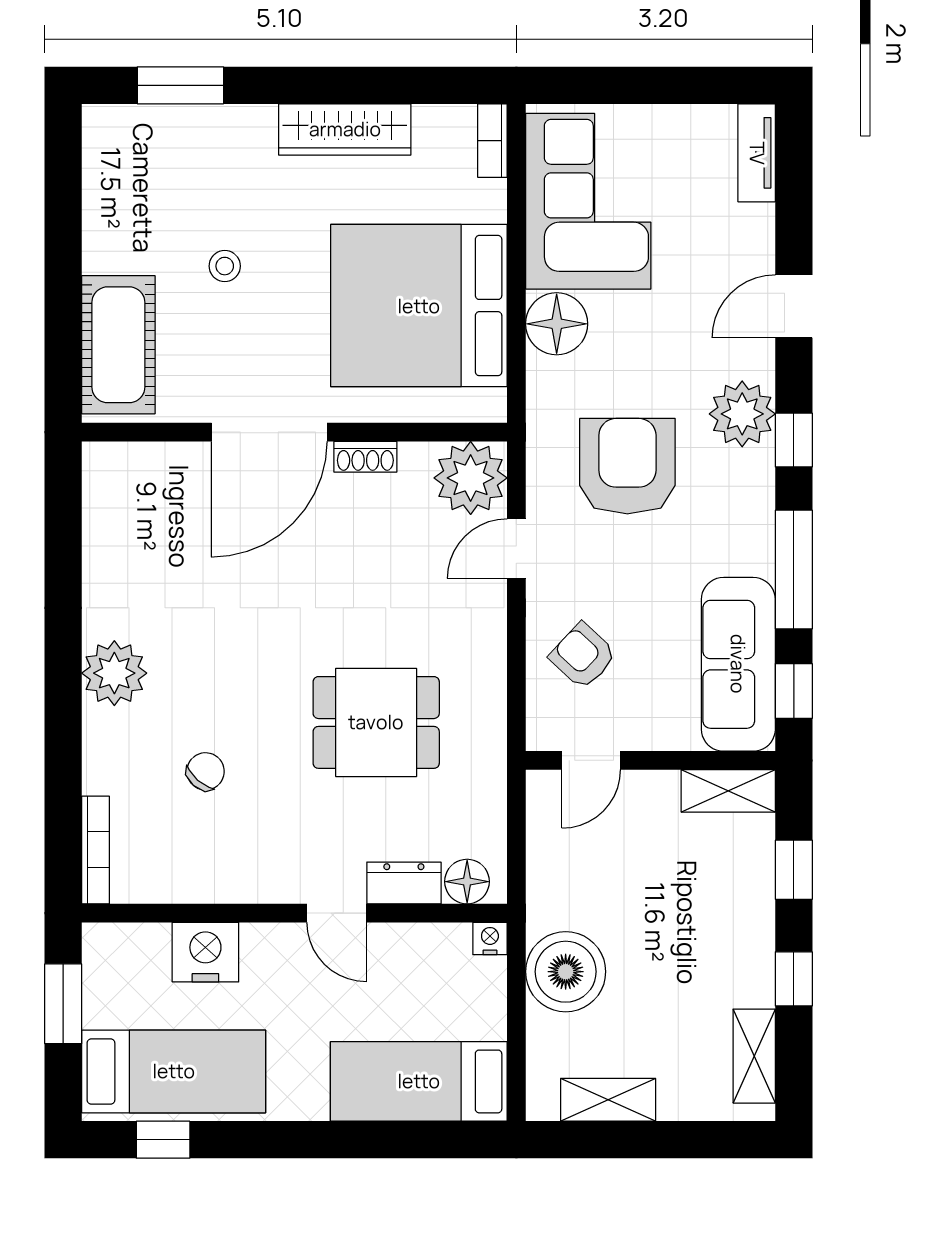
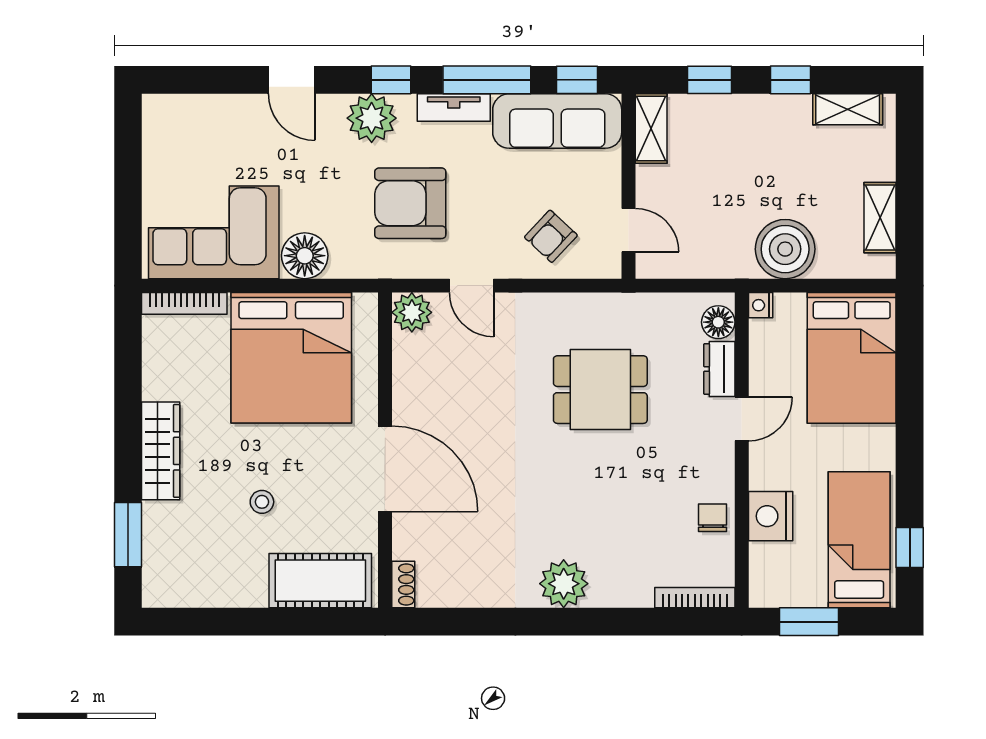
wardrobe: (345, 129) -> (161, 451), moved
bookcase: (492, 141) -> (184, 303), width x1.56
tv unit: (757, 153) -> (454, 107), moved
shoe rack: (365, 457) -> (403, 584), moved
plant: (471, 478) -> (412, 312), width x0.73, depth x0.73
dining table: (376, 722) -> (600, 390), turned 90
chair: (206, 771) -> (713, 518), moved, turned 49
bed: (419, 1081) -> (852, 358), width x1.50

